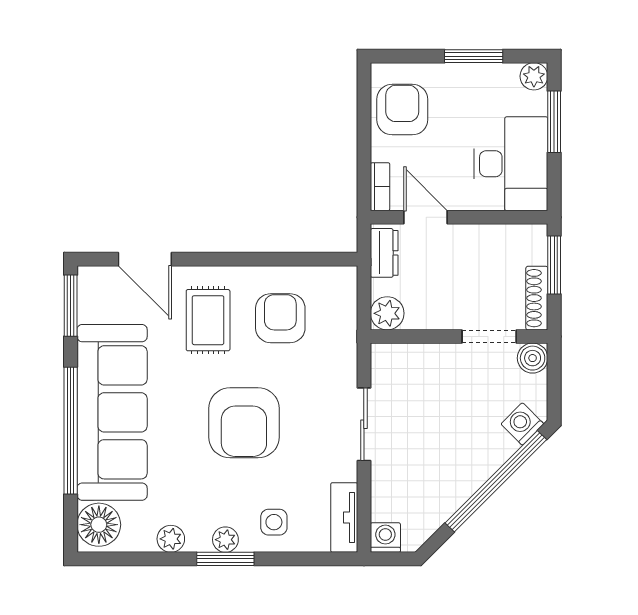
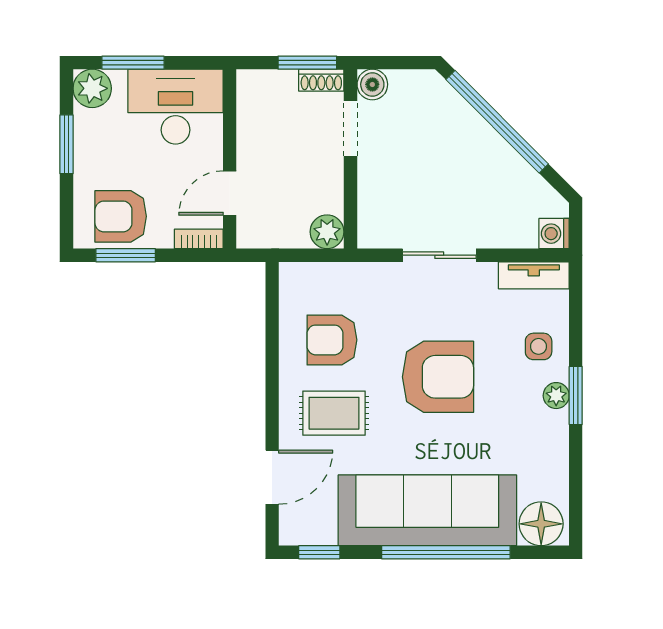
plant: (534, 76) -> (92, 88), width x1.38, depth x1.38
window: (364, 114) -> (126, 255), added
dresser: (384, 253) -> (266, 235), removed
window: (554, 265) -> (307, 63), moved
shoe rack: (537, 298) -> (321, 80), width x0.70
window: (71, 306) -> (319, 552), width x0.67
washing machine: (522, 424) -> (439, 95), removed
plant: (171, 539) -> (555, 451), removed

